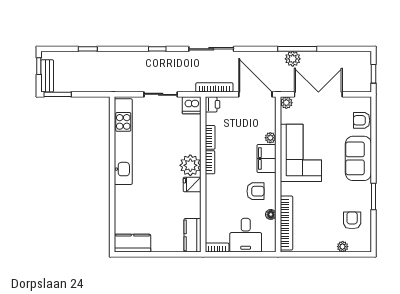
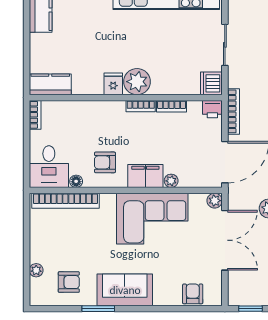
sofa: (358, 158) -> (125, 290), moved
armchair: (255, 191) -> (105, 162), turned 90
desk: (246, 235) -> (49, 167), moved, turned -90

